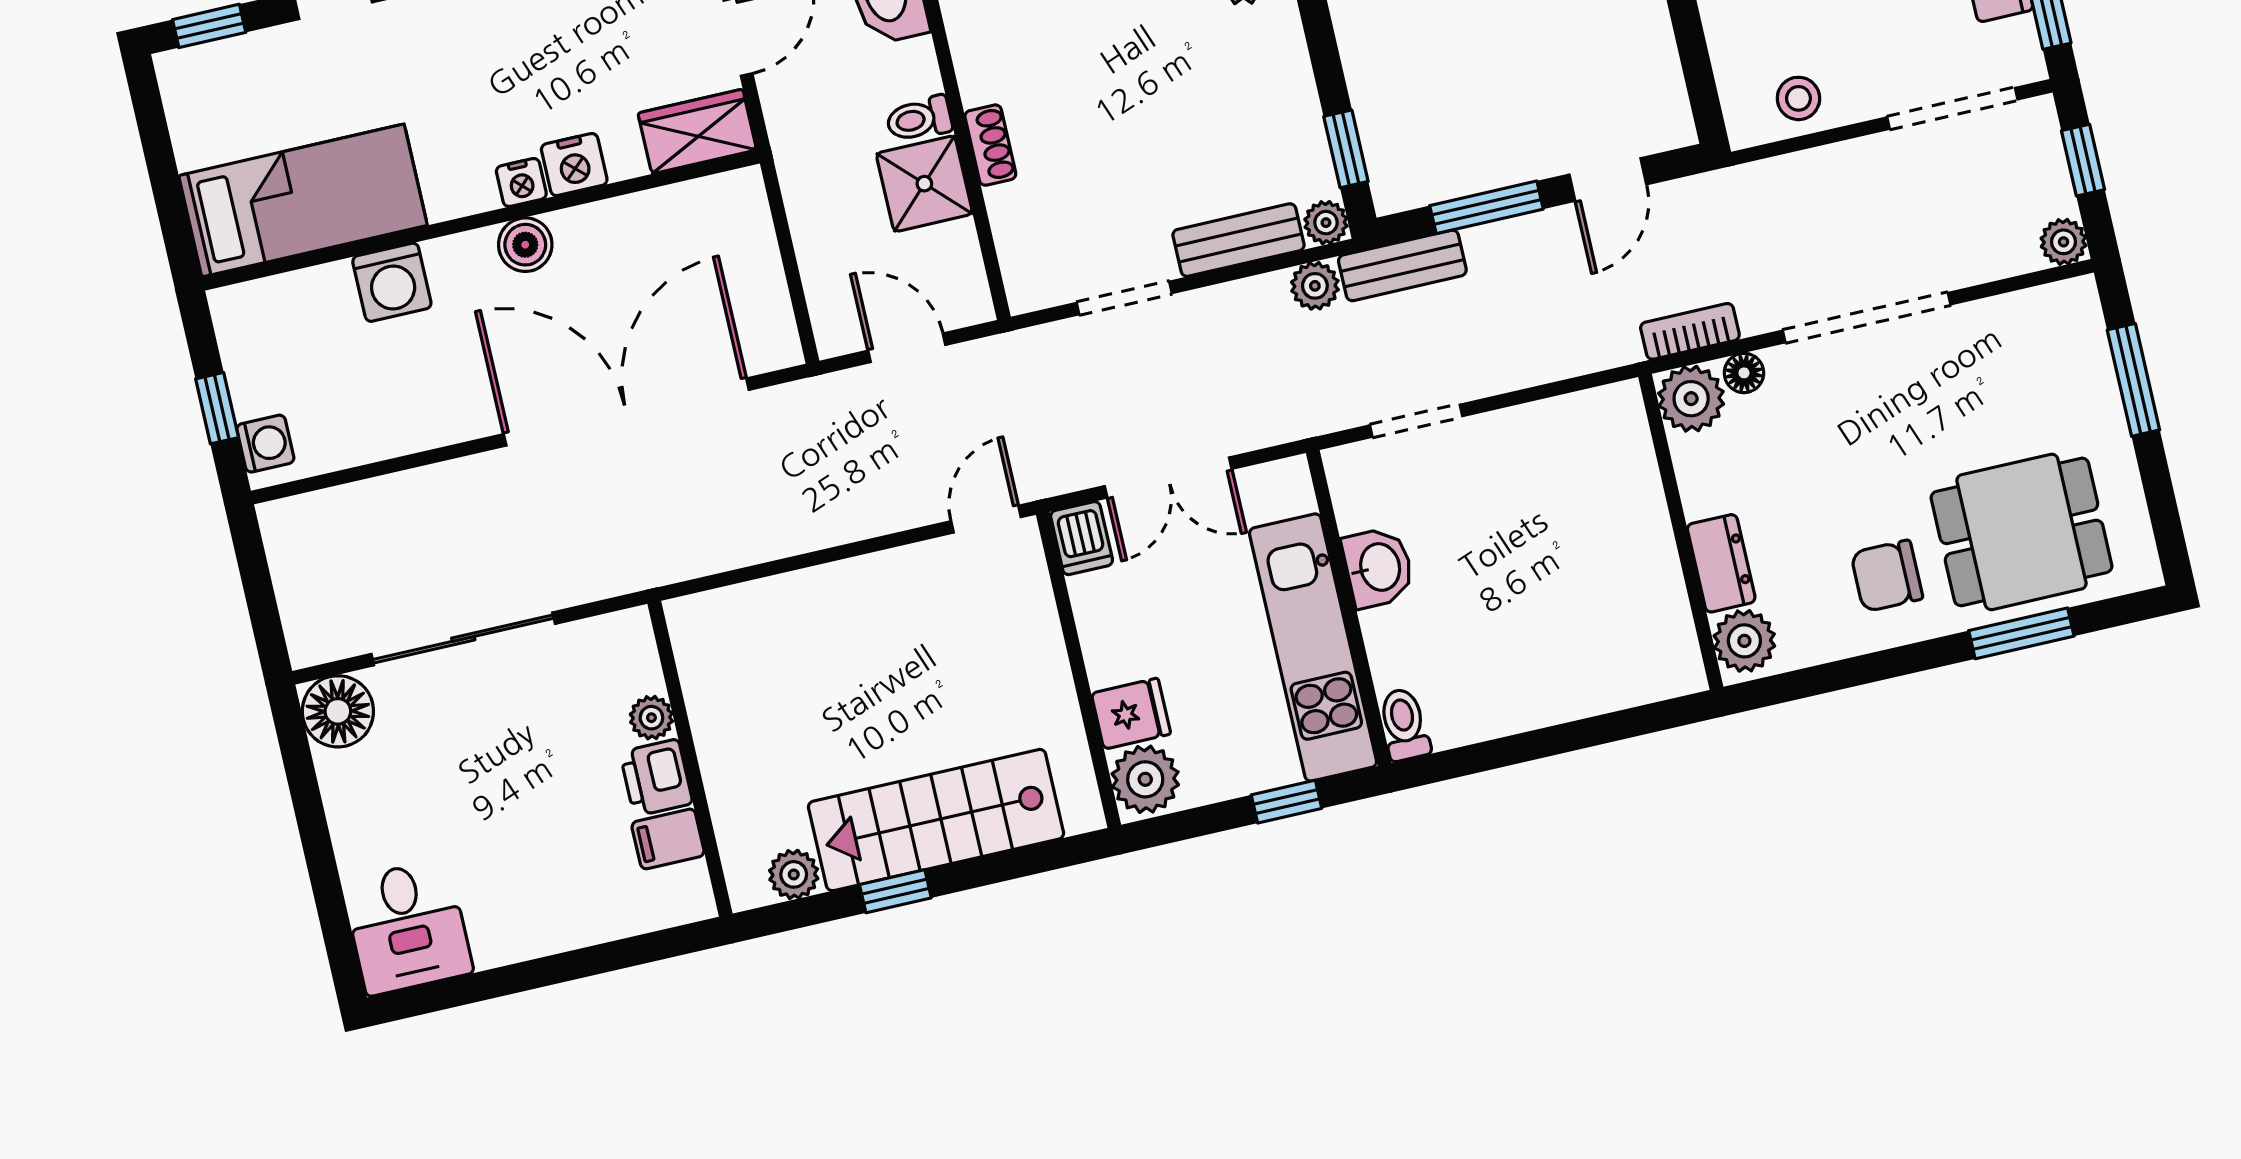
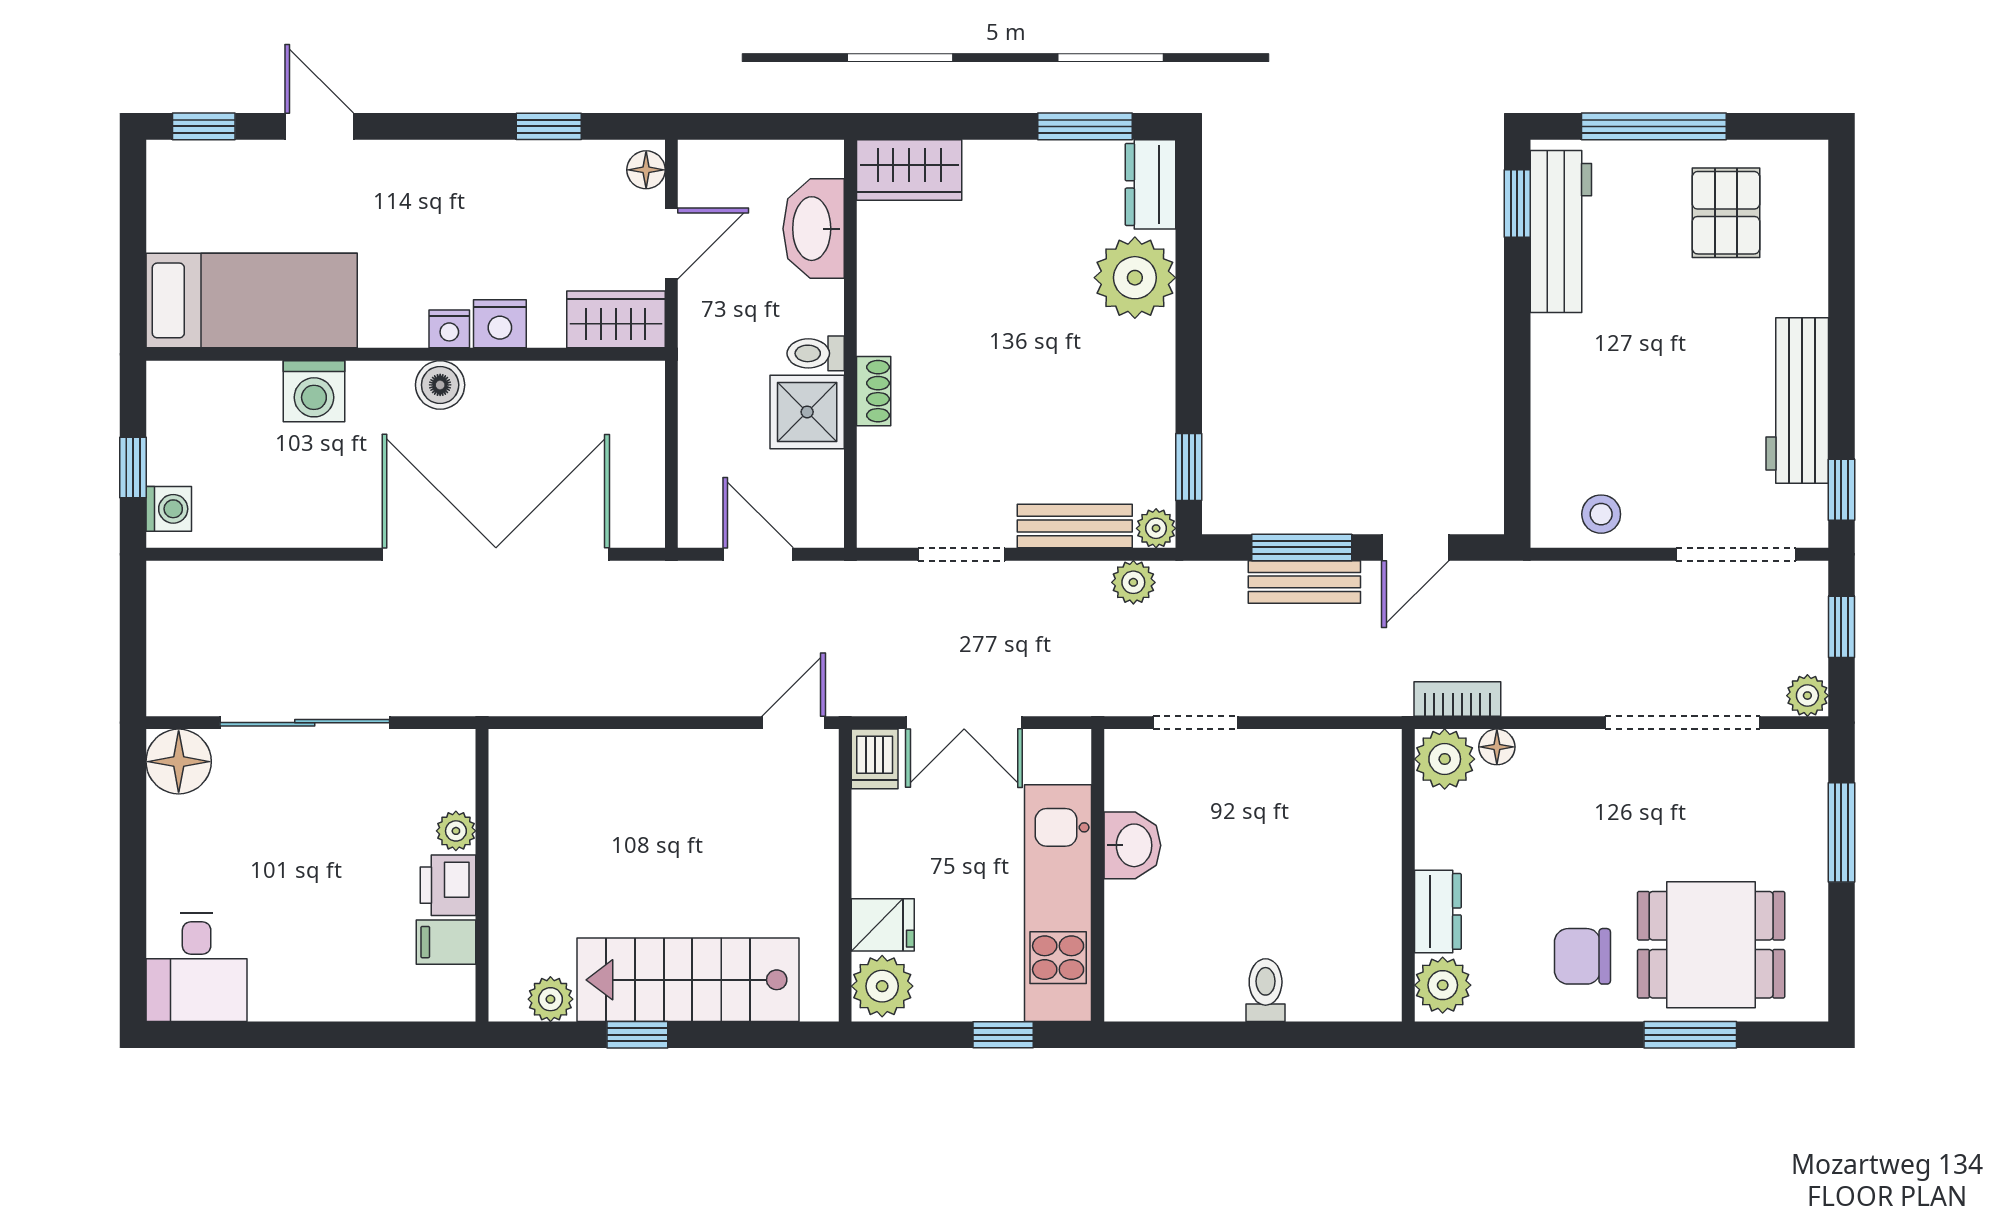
bench: (1402, 265) -> (1304, 582), moved
doorway: (1867, 318) -> (1683, 723), moved
toilet: (1404, 724) -> (1266, 990), moved

